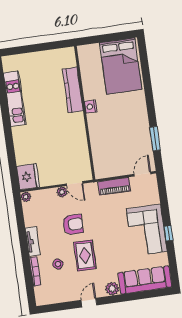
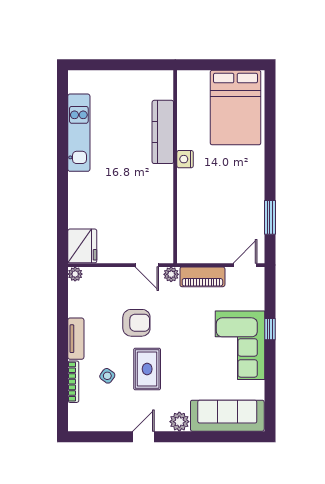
plant: (62, 192) -> (171, 274), moved
window: (168, 233) -> (270, 329), moved

